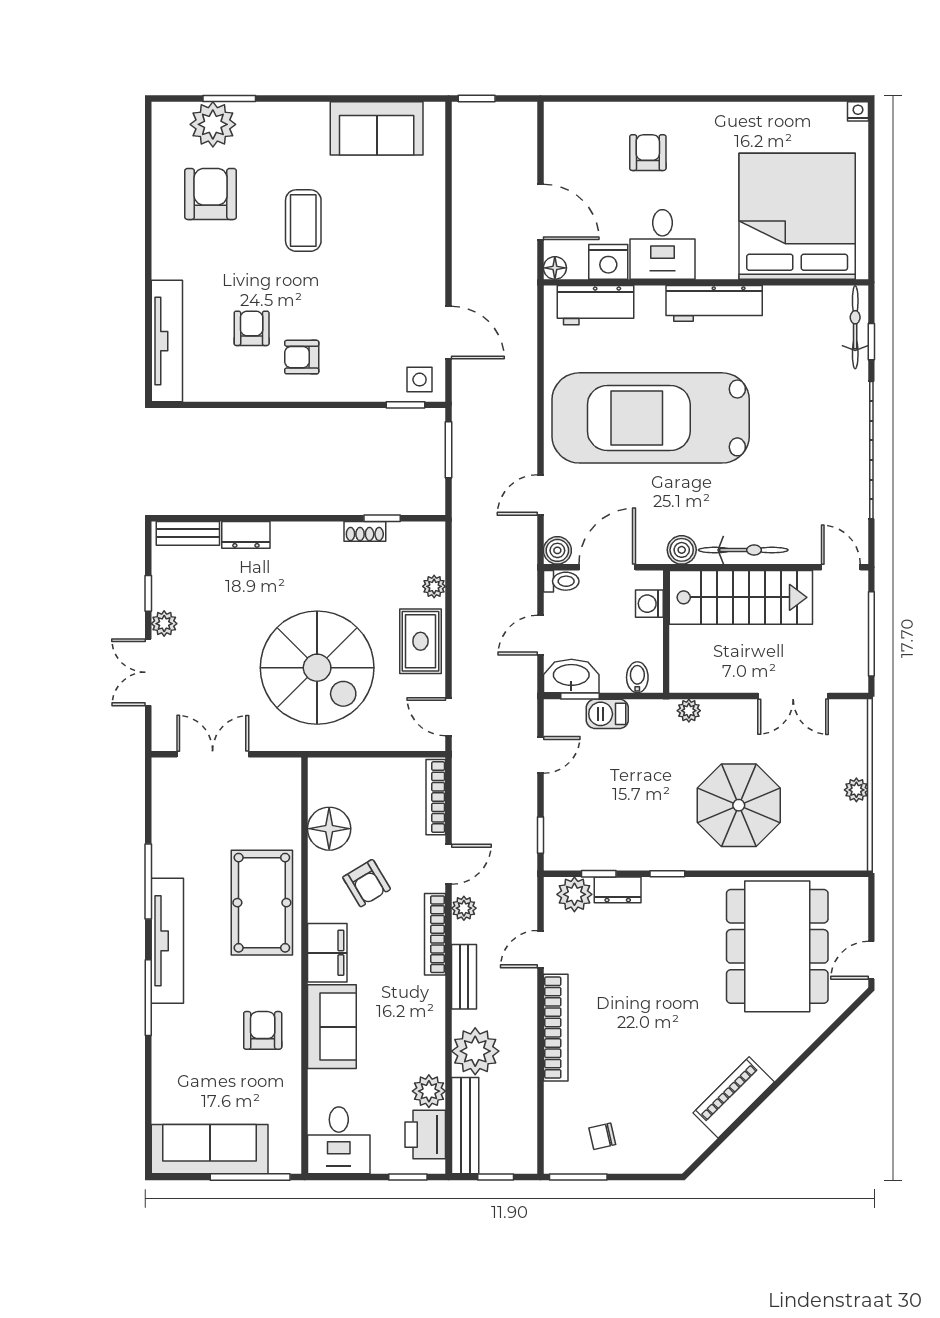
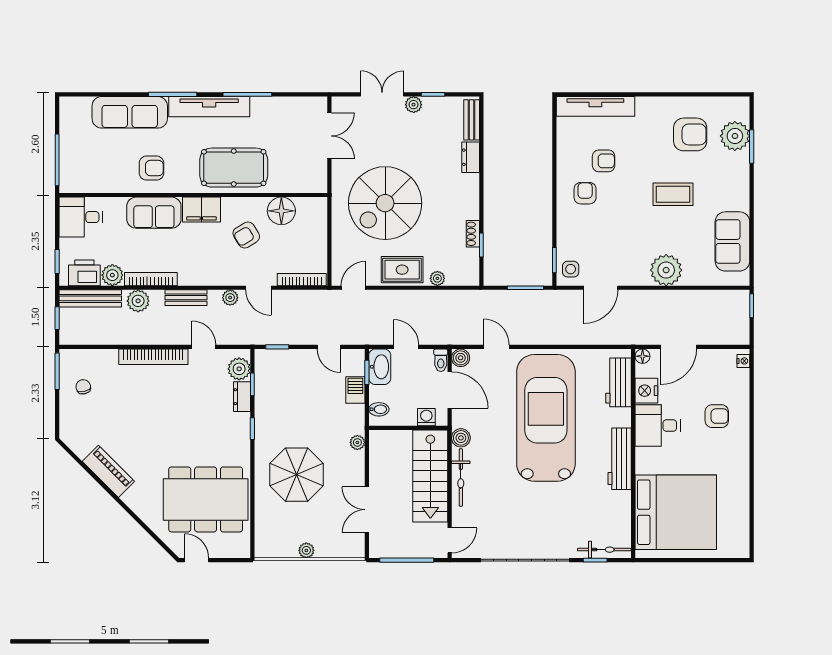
nightstand: (858, 111) -> (743, 361), moved
plant: (421, 231) -> (666, 270), added
bookcase: (435, 934) -> (151, 279), moved
plant: (475, 1051) -> (138, 301), width x0.73, depth x0.73
sofa: (210, 1149) -> (130, 112), moved, turned 90

